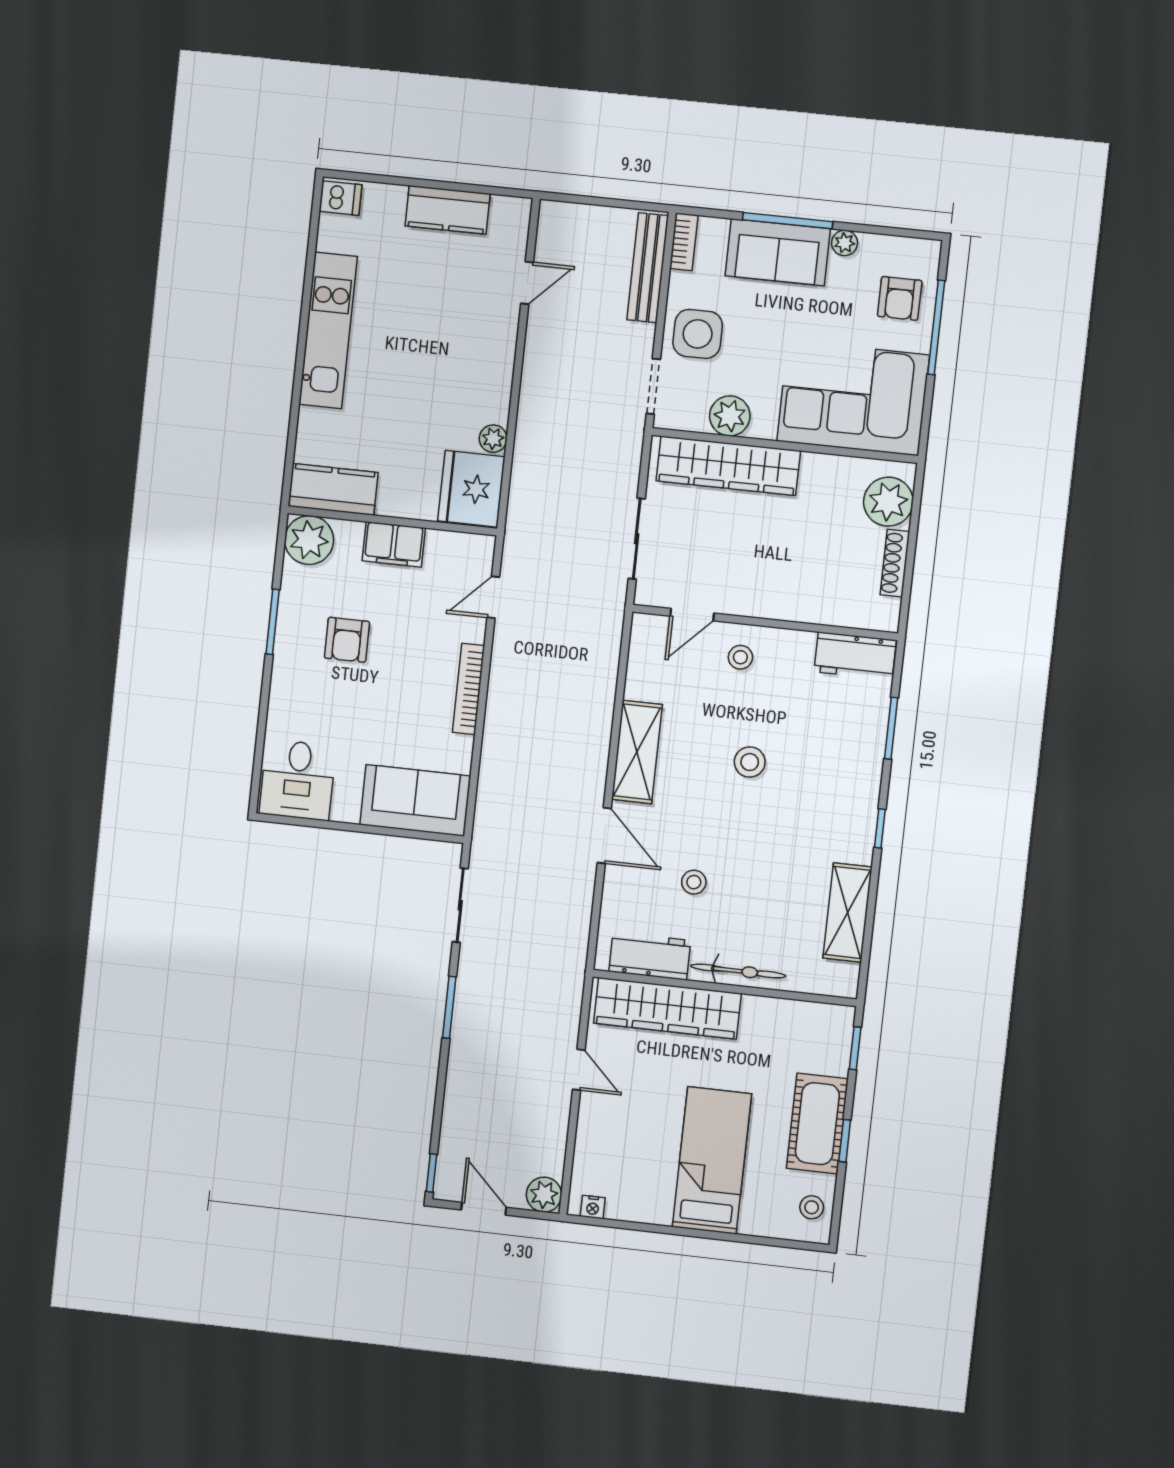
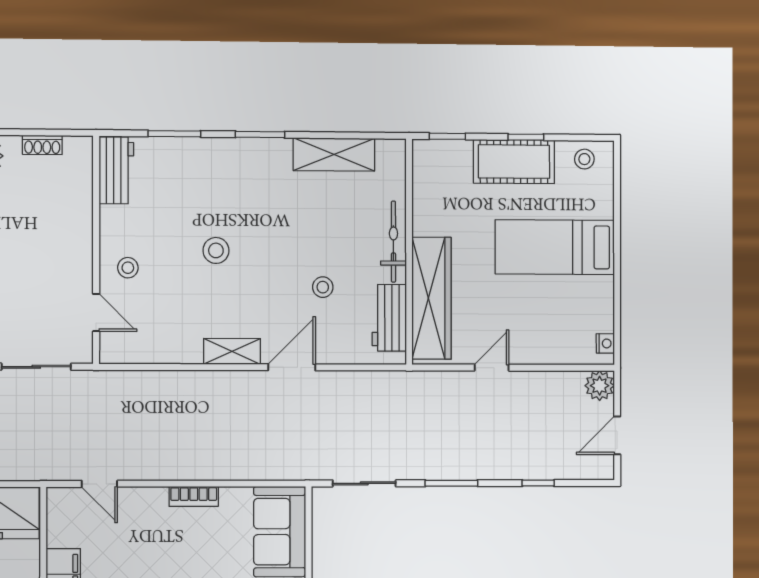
shoe rack: (895, 563) -> (42, 145), width x0.70
bookcase: (469, 689) -> (194, 496), width x0.64
shelving: (637, 752) -> (232, 351), width x0.67, depth x0.75
window: (880, 828) -> (260, 134), width x1.50
window: (431, 1173) -> (538, 483), moved

